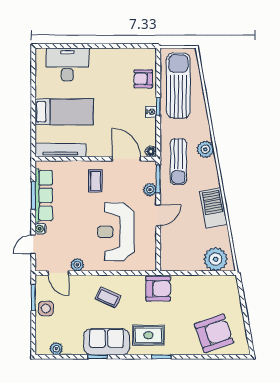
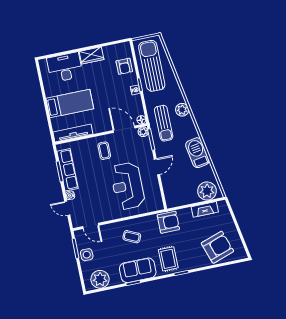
wardrobe: (104, 56) -> (91, 55), added
armchair: (143, 79) -> (124, 66), turned -90
plant: (150, 190) -> (143, 132), moved
door: (33, 244) -> (67, 208), hinge flipped
plant: (77, 265) -> (104, 217), removed
fireplace: (208, 282) -> (205, 209), added
rug: (148, 335) -> (168, 259), turned 90
plant: (56, 349) -> (100, 279), width x1.87, depth x1.87

